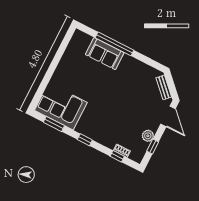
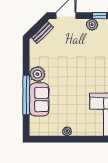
plant: (63, 64) -> (67, 131), added
plant: (128, 64) -> (37, 74), added

